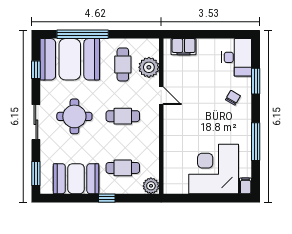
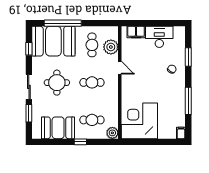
desk: (237, 57) -> (159, 37), moved, turned -90
corner desk: (214, 169) -> (139, 121), moved
window: (36, 174) -> (29, 113), moved

